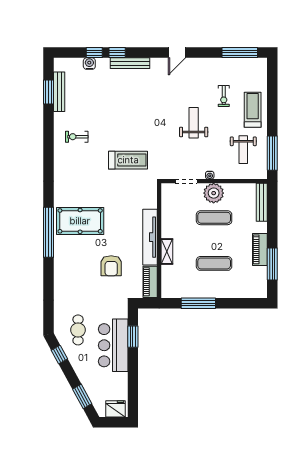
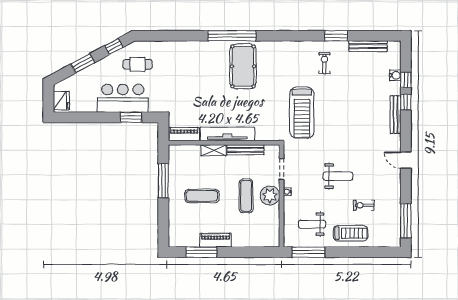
window: (48, 92) -> (336, 36), moved
treadmill: (128, 160) -> (302, 113), width x1.37, depth x1.38
bench: (262, 202) -> (245, 150), moved
exercise mat: (214, 263) -> (202, 196), turned 90
armchair: (111, 266) -> (200, 96), removed
window: (82, 396) -> (83, 63), moved

